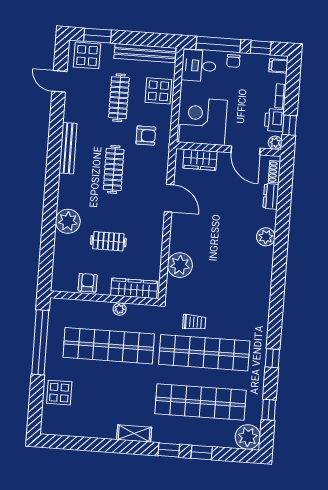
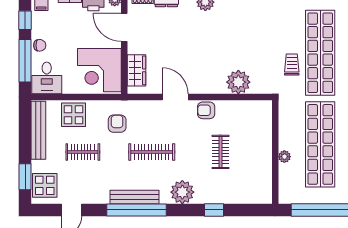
clothes rail: (119, 98) -> (83, 152), width x0.73
window: (54, 149) -> (136, 210), added
door: (246, 150) -> (124, 27), swing flipped
door: (169, 198) -> (175, 97), hinge flipped
plant: (68, 221) -> (182, 192), moved
window: (48, 230) -> (214, 210), added
armchair: (88, 283) -> (206, 110), moved
wardrobe: (134, 288) -> (264, 124), removed
plant: (120, 309) -> (284, 157), moved

